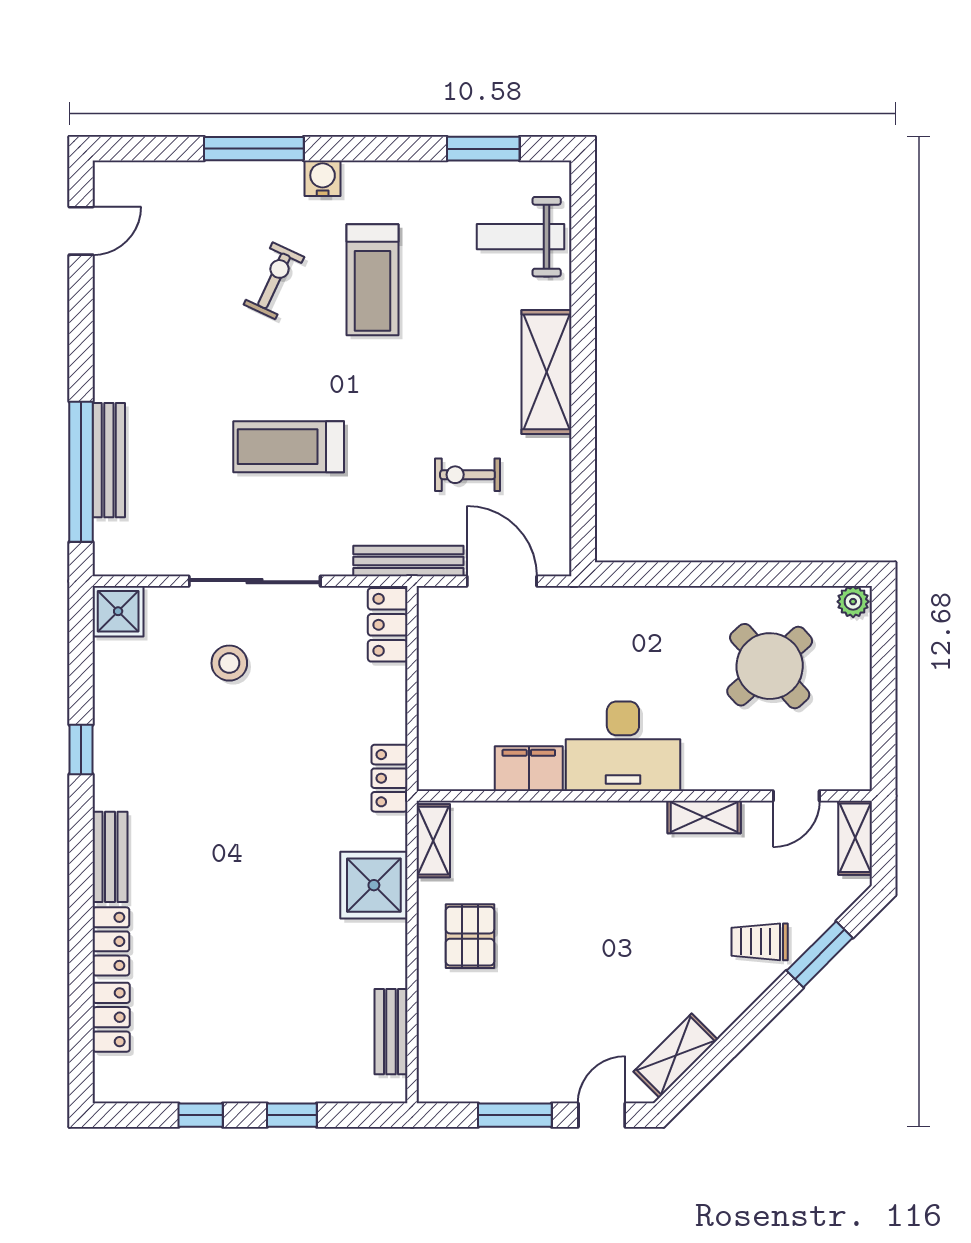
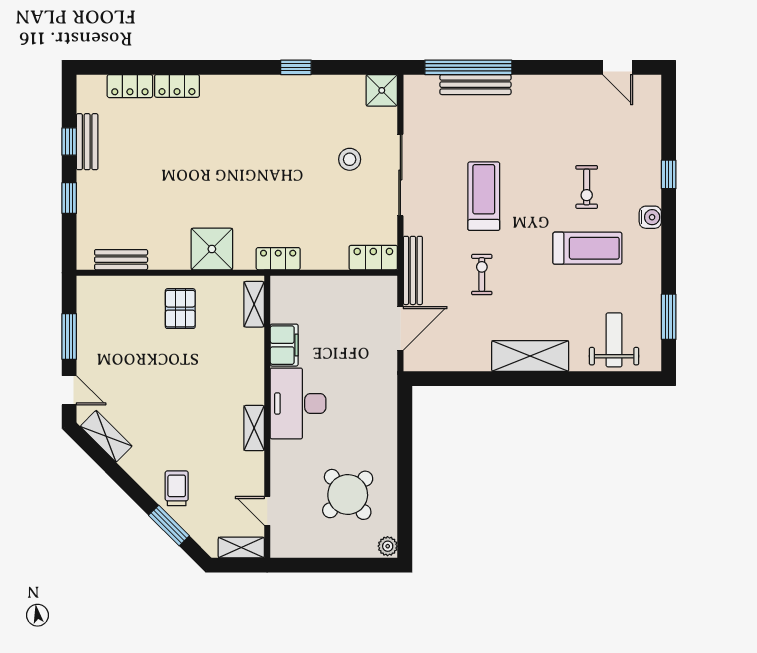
window: (254, 149) -> (669, 174), width x0.46
treadmill: (373, 280) -> (587, 248), turned 180
exercise bike: (274, 281) -> (587, 187), turned 65
exercise bike: (467, 475) -> (482, 275), moved
shelving: (704, 817) -> (254, 428), moved
shelving: (433, 841) -> (254, 304), moved, turned 90
bench: (110, 857) -> (87, 142), moved, turned 90
pallet: (470, 936) -> (180, 309), turned 90

